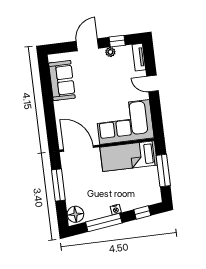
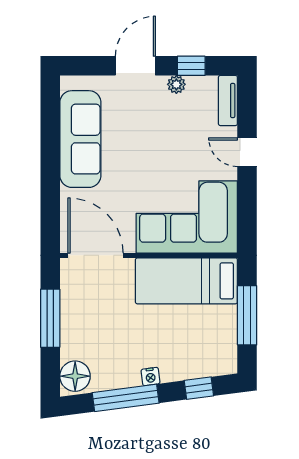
sofa: (62, 81) -> (80, 139), width x1.36

